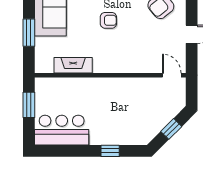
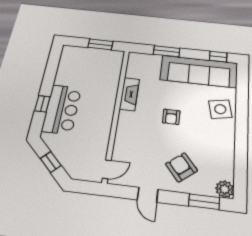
fireplace: (73, 65) -> (129, 94), moved
bar counter: (62, 130) -> (62, 109), moved

